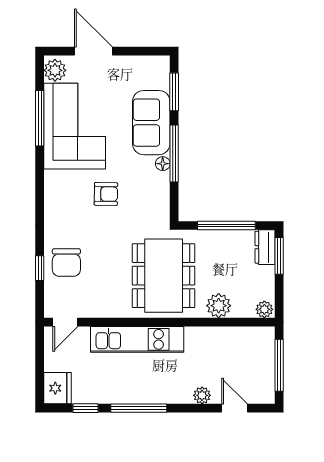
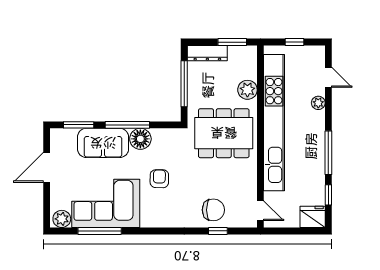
door: (93, 51) -> (47, 167), moved
floor lamp: (163, 164) -> (140, 139), width x1.89, depth x1.89
dresser: (265, 247) -> (207, 53), width x1.44
window: (279, 256) -> (232, 42), moved
plant: (264, 309) -> (250, 54), removed
kitchen unit: (137, 339) -> (274, 123), width x1.86
window: (279, 365) -> (294, 42), width x0.46
door: (234, 408) -> (328, 77), swing flipped

